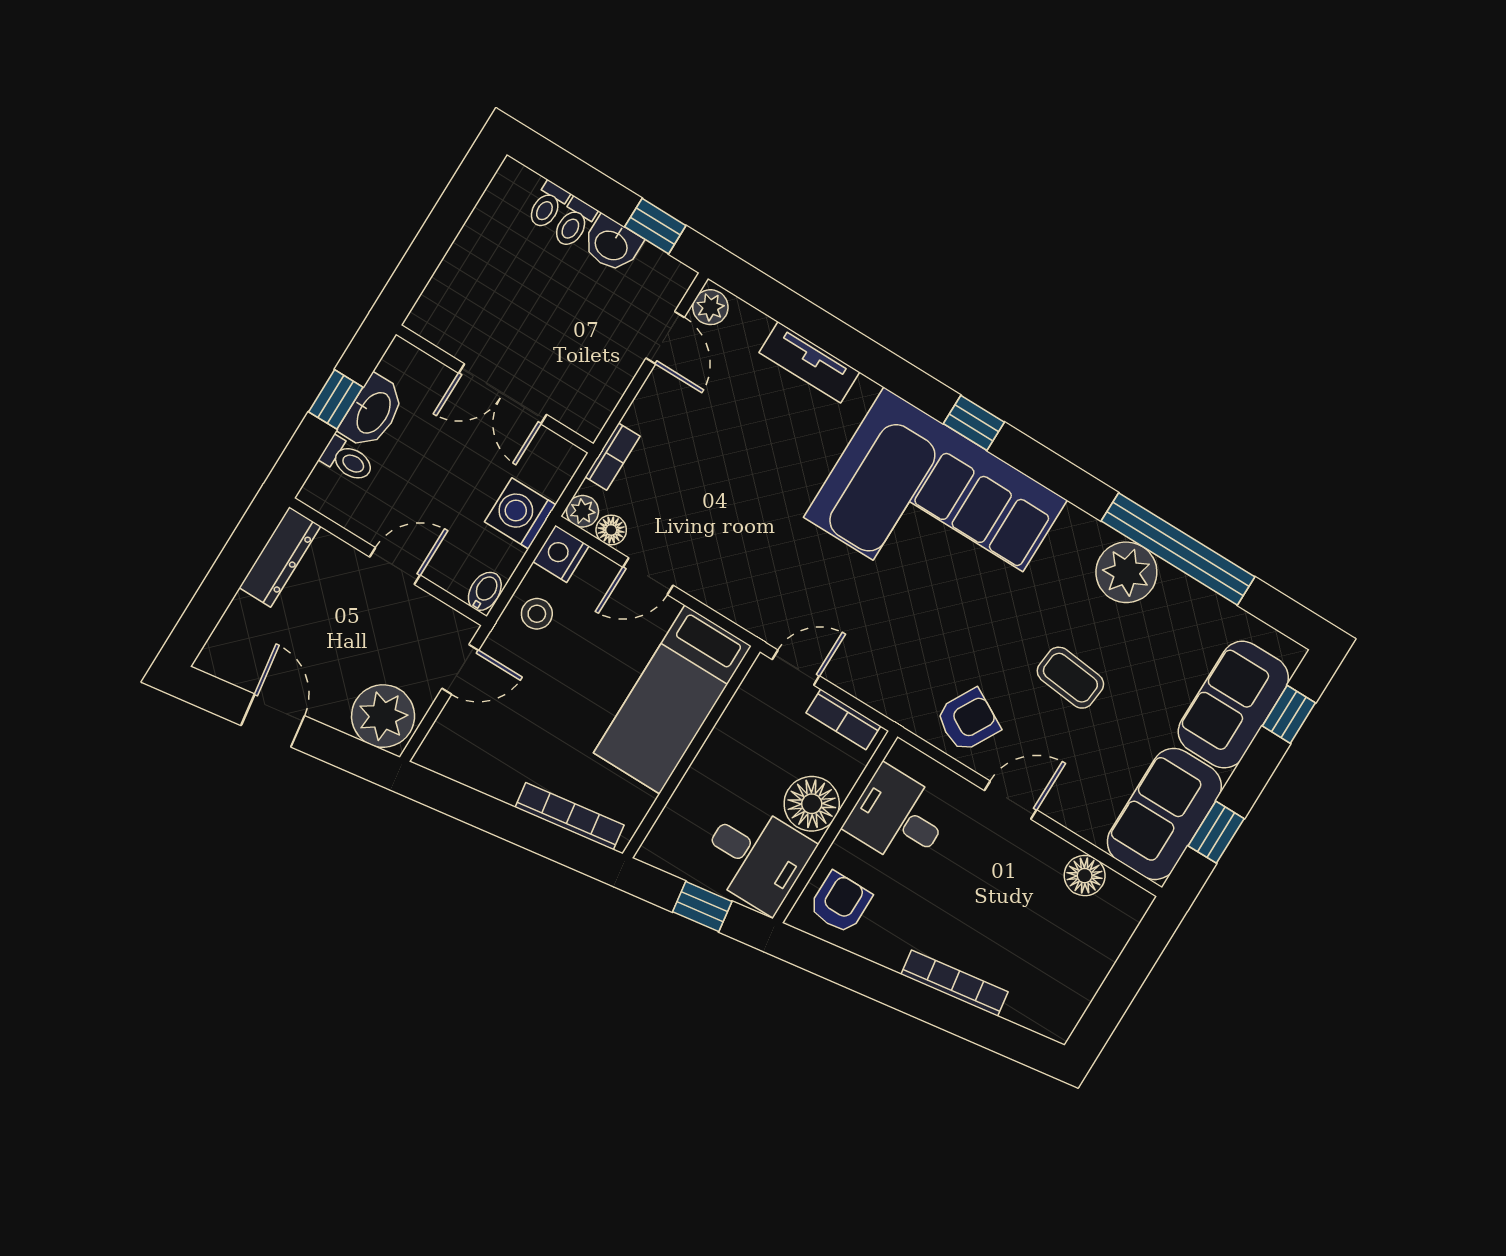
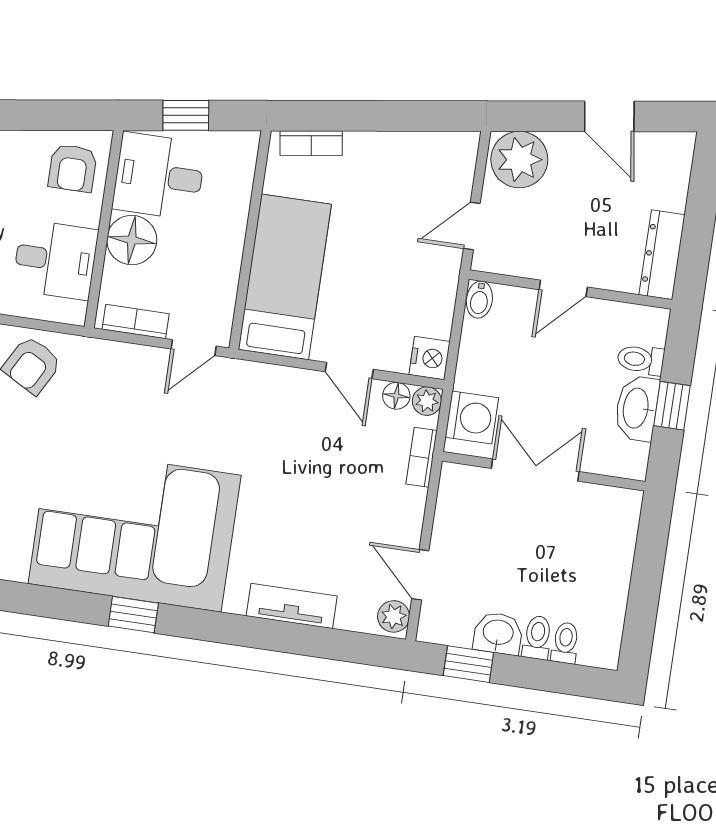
washing machine: (520, 513) -> (472, 418), moved
door: (648, 576) -> (349, 371), swing flipped
stool: (537, 614) -> (428, 300), removed
bookcase: (570, 816) -> (311, 143), width x0.64

